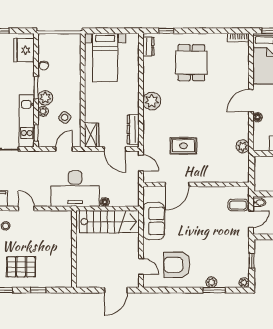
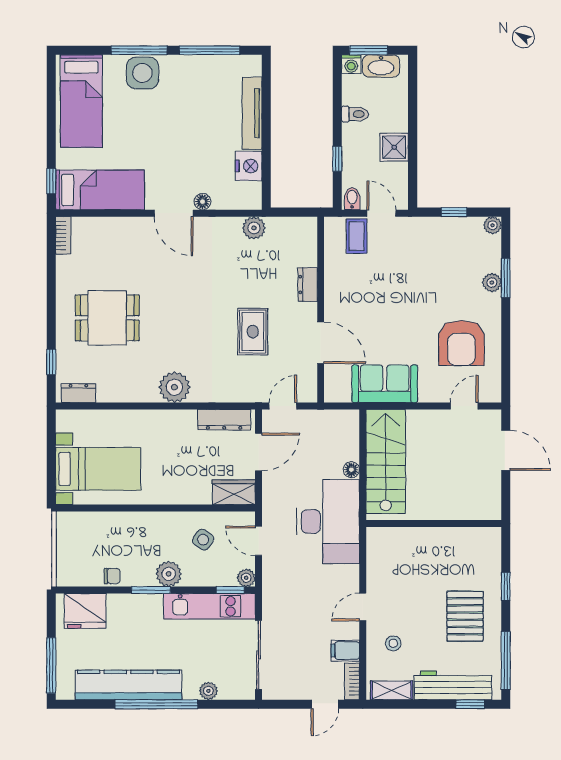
plant: (43, 111) -> (246, 578), moved
dresser: (210, 177) -> (308, 285), added

